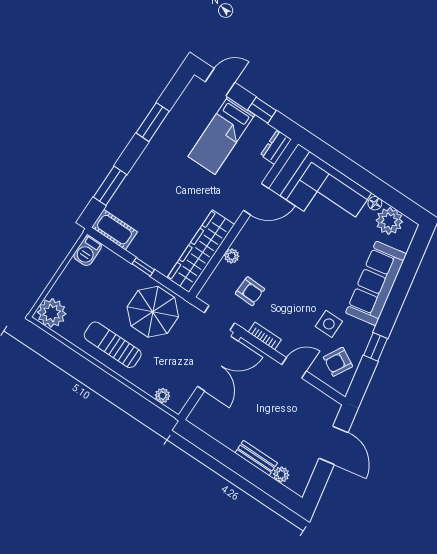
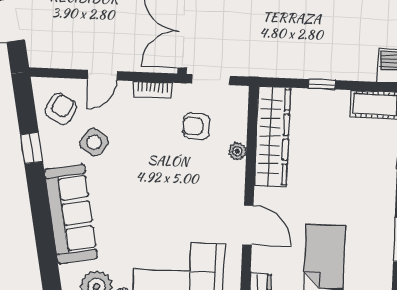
door: (256, 199) -> (248, 225), swing flipped
parasol: (153, 312) -> (284, 44), removed
side table: (329, 324) -> (94, 142), turned 35

